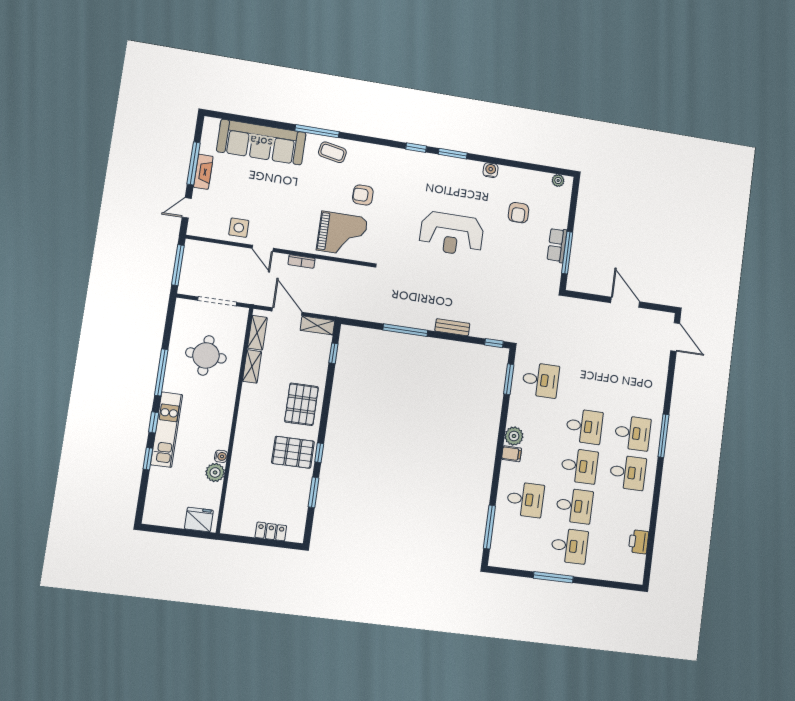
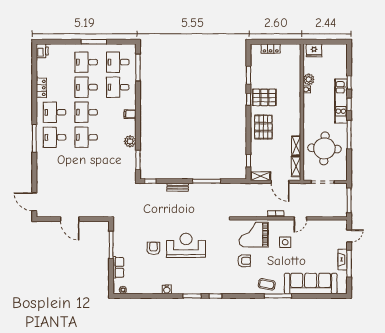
armchair: (518, 213) -> (153, 248), moved
side table: (239, 228) -> (285, 242), moved
row of seats: (557, 245) -> (118, 267), moved
door: (263, 248) -> (300, 218), swing flipped
round table: (206, 355) -> (324, 148), width x1.36, depth x1.36
desk: (541, 380) -> (118, 62), moved
plant: (514, 436) -> (130, 141), moved
locker: (643, 514) -> (41, 88), added
printer: (639, 542) -> (42, 51), moved

